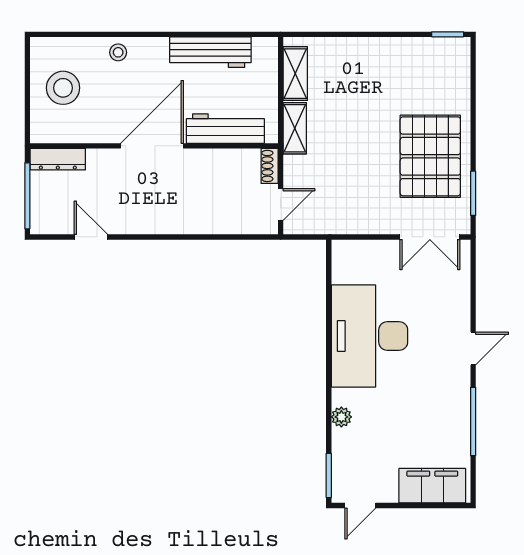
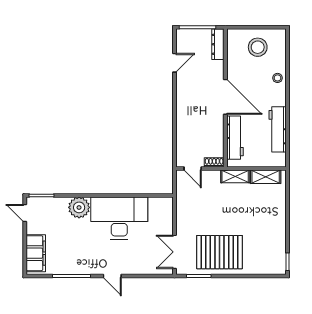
plant: (341, 417) -> (79, 207), width x1.88, depth x1.88

